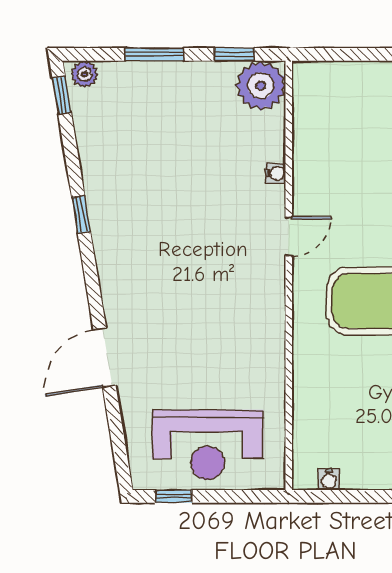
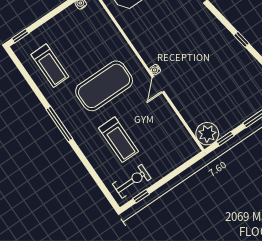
water cooler: (276, 173) -> (155, 70), moved

